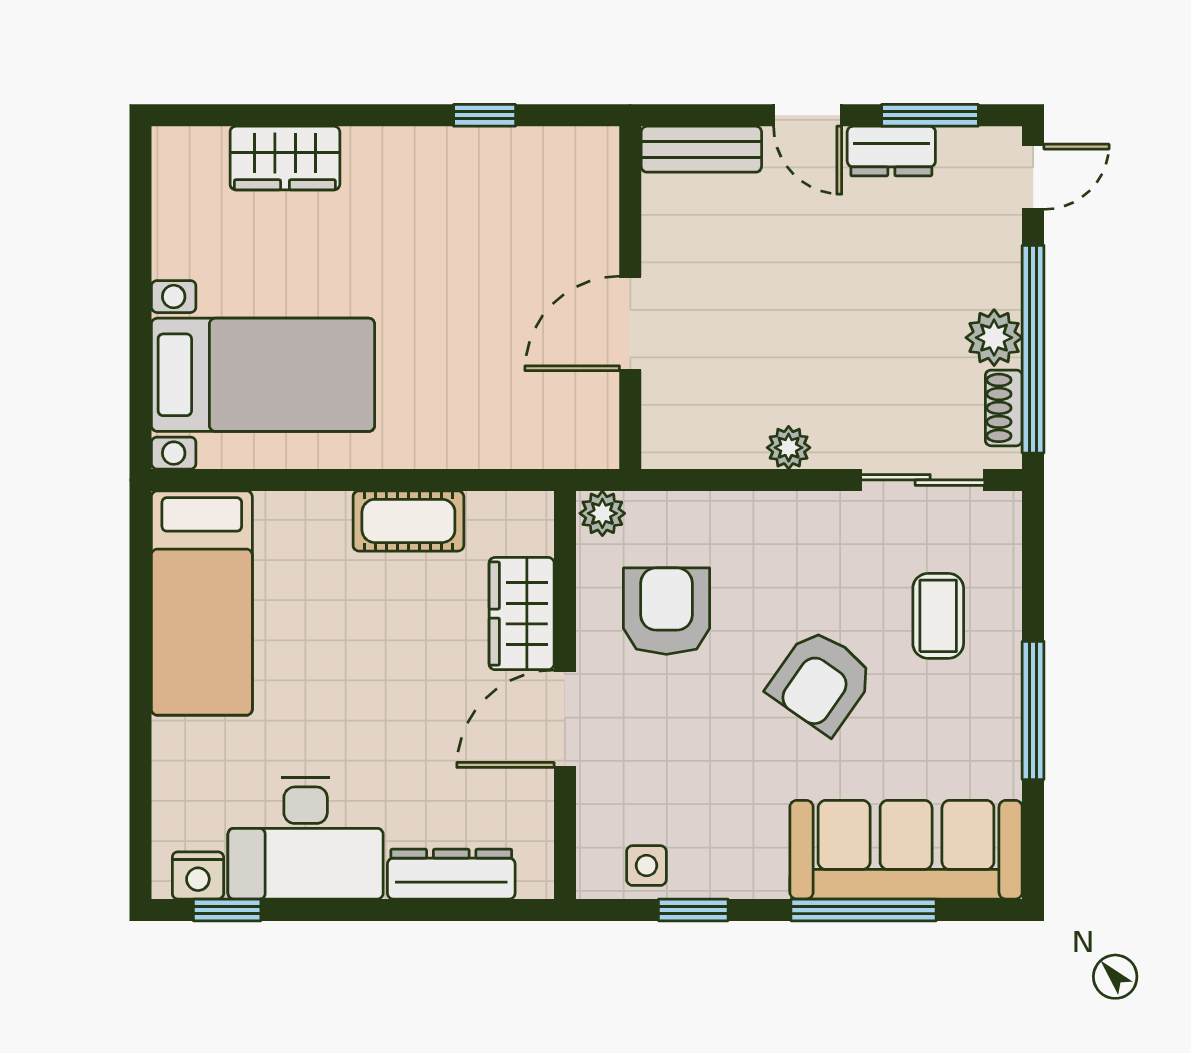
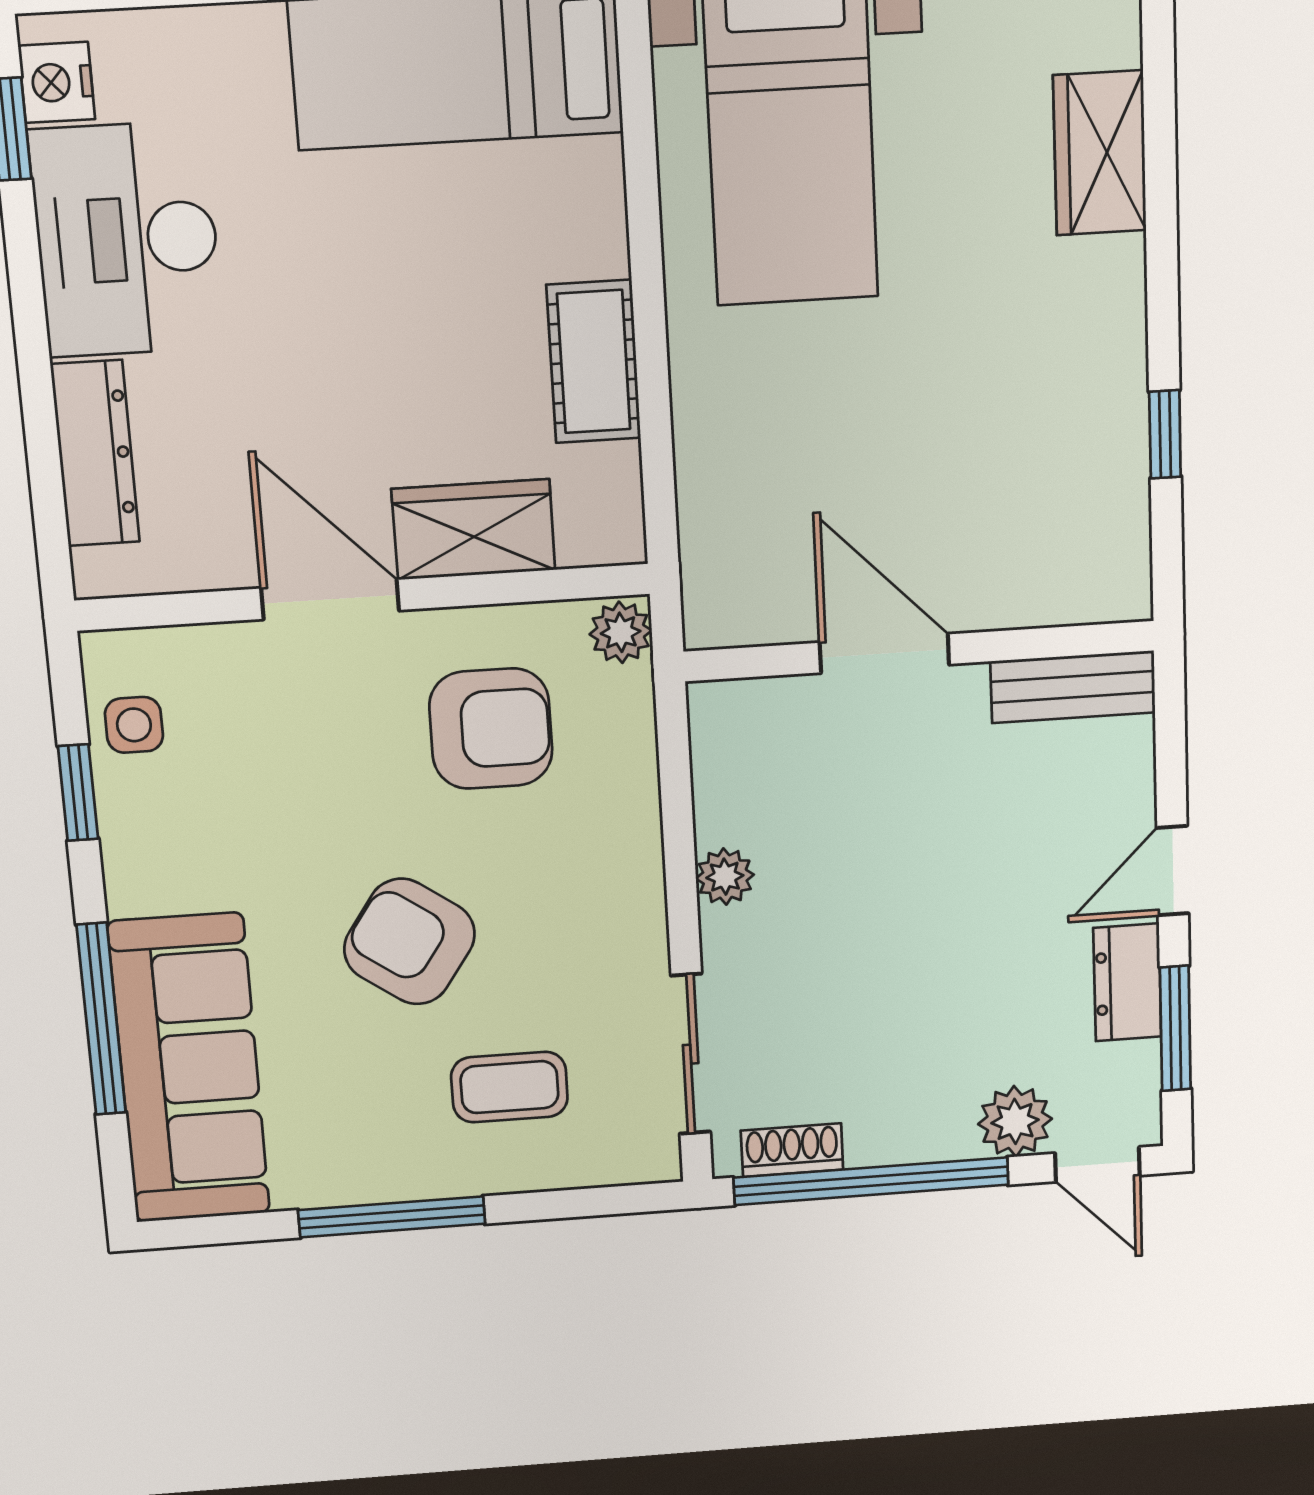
bench: (701, 149) -> (1073, 687), moved, turned 90
plant: (994, 338) -> (1015, 1121), moved

